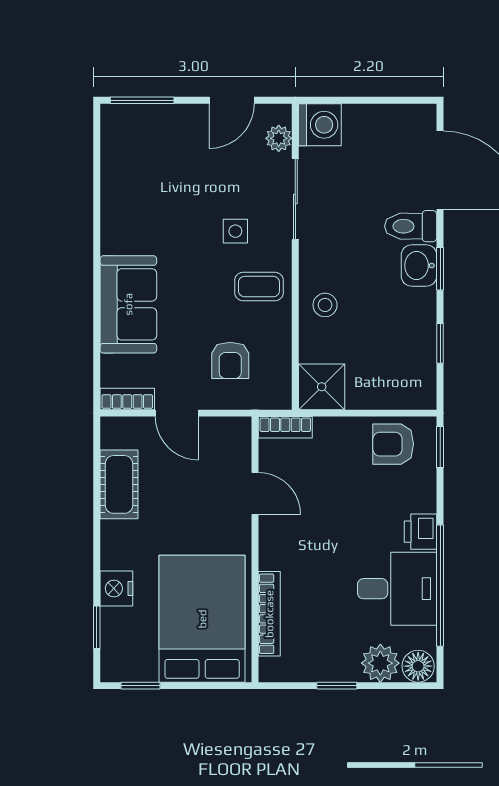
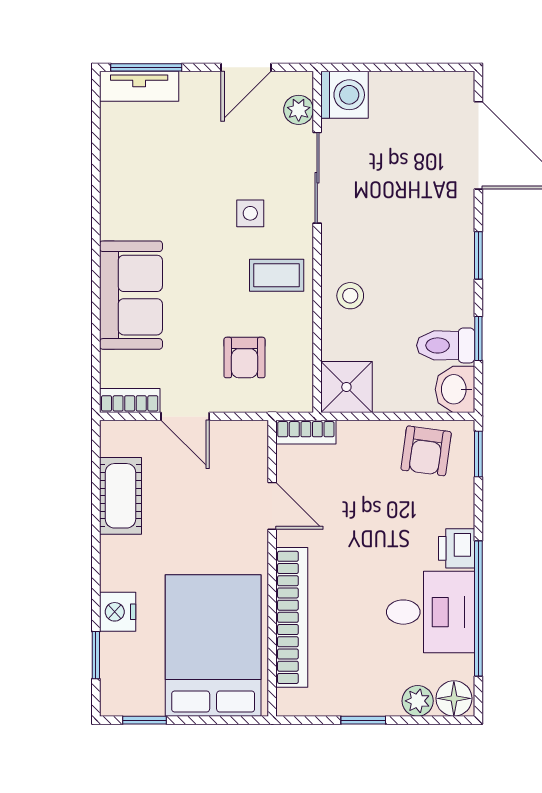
tv unit: (136, 117) -> (139, 86), added
toilet: (411, 226) -> (446, 345), moved
washbasin: (419, 266) -> (455, 389), moved
armchair: (393, 444) -> (426, 451), turned -82
bookcase: (269, 614) -> (292, 617), width x1.48, depth x1.31
plant: (380, 663) -> (418, 701), width x0.73, depth x0.73

